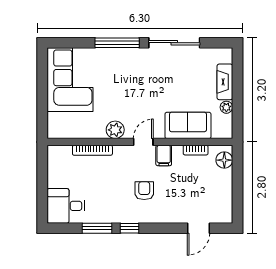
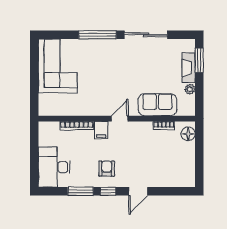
window: (237, 73) -> (199, 60), added
plant: (115, 130) -> (96, 108), removed
filing cabinet: (164, 156) -> (101, 130), moved
armchair: (144, 191) -> (107, 169), moved
desk: (66, 206) -> (54, 167), width x1.37
door: (199, 228) -> (138, 191), moved

